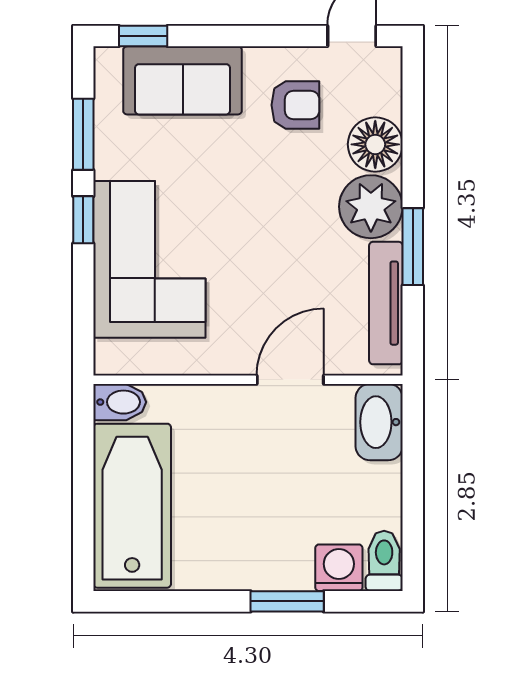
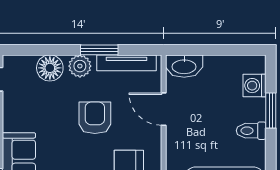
armchair: (295, 105) -> (95, 118), moved, width x1.38, depth x1.38
plant: (371, 207) -> (80, 66), width x0.73, depth x0.73
toilet: (384, 561) -> (251, 131), moved

